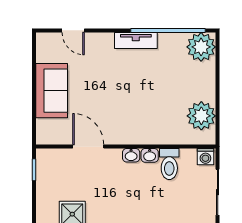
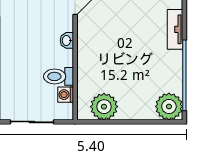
tv unit: (136, 40) -> (175, 29), moved
washbasin: (150, 155) -> (67, 58), removed
washing machine: (205, 157) -> (66, 95), moved

